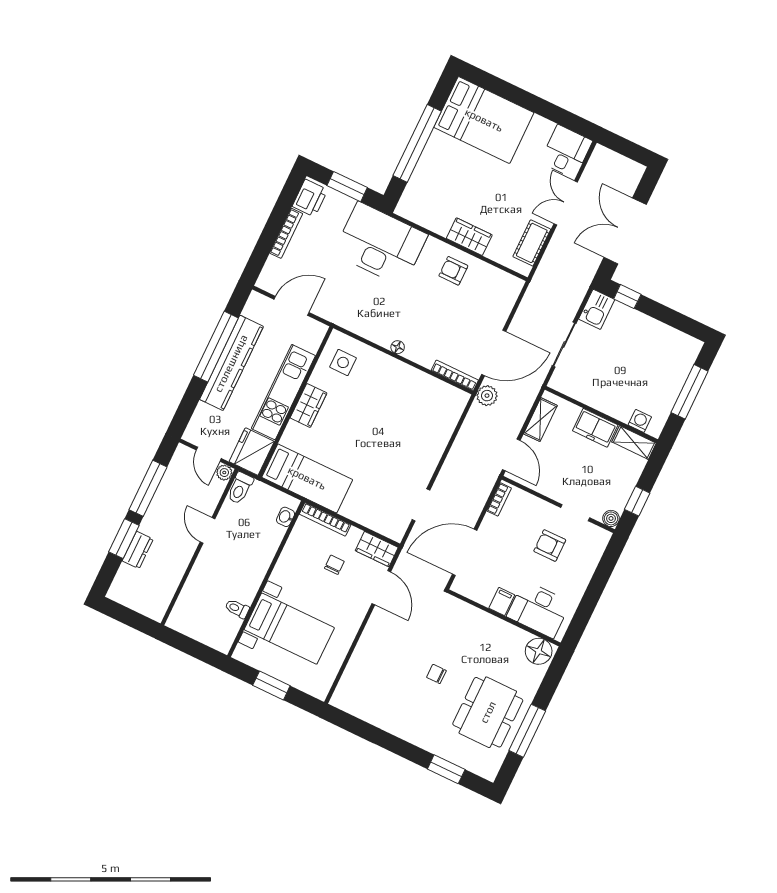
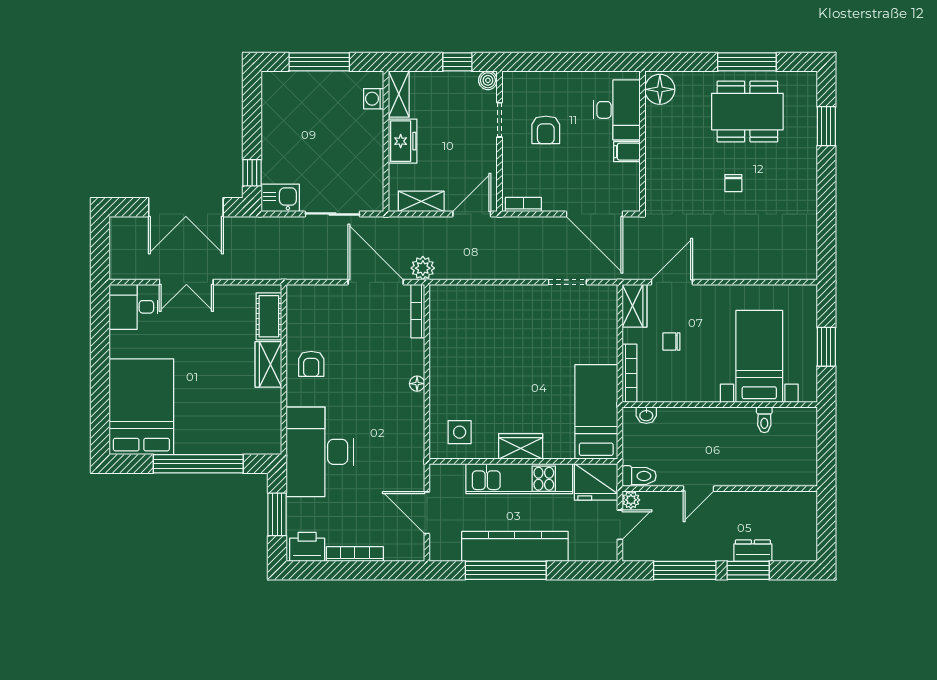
cot: (532, 243) -> (269, 316), moved, turned 90

